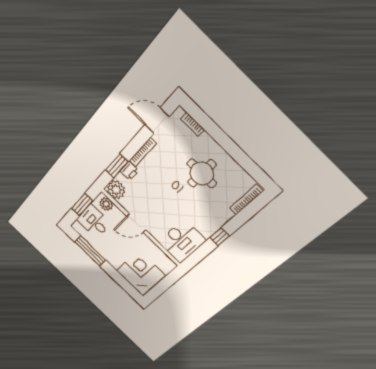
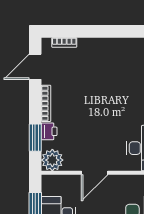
round table: (202, 173) -> (106, 73), removed
plant: (106, 204) -> (55, 183), removed

